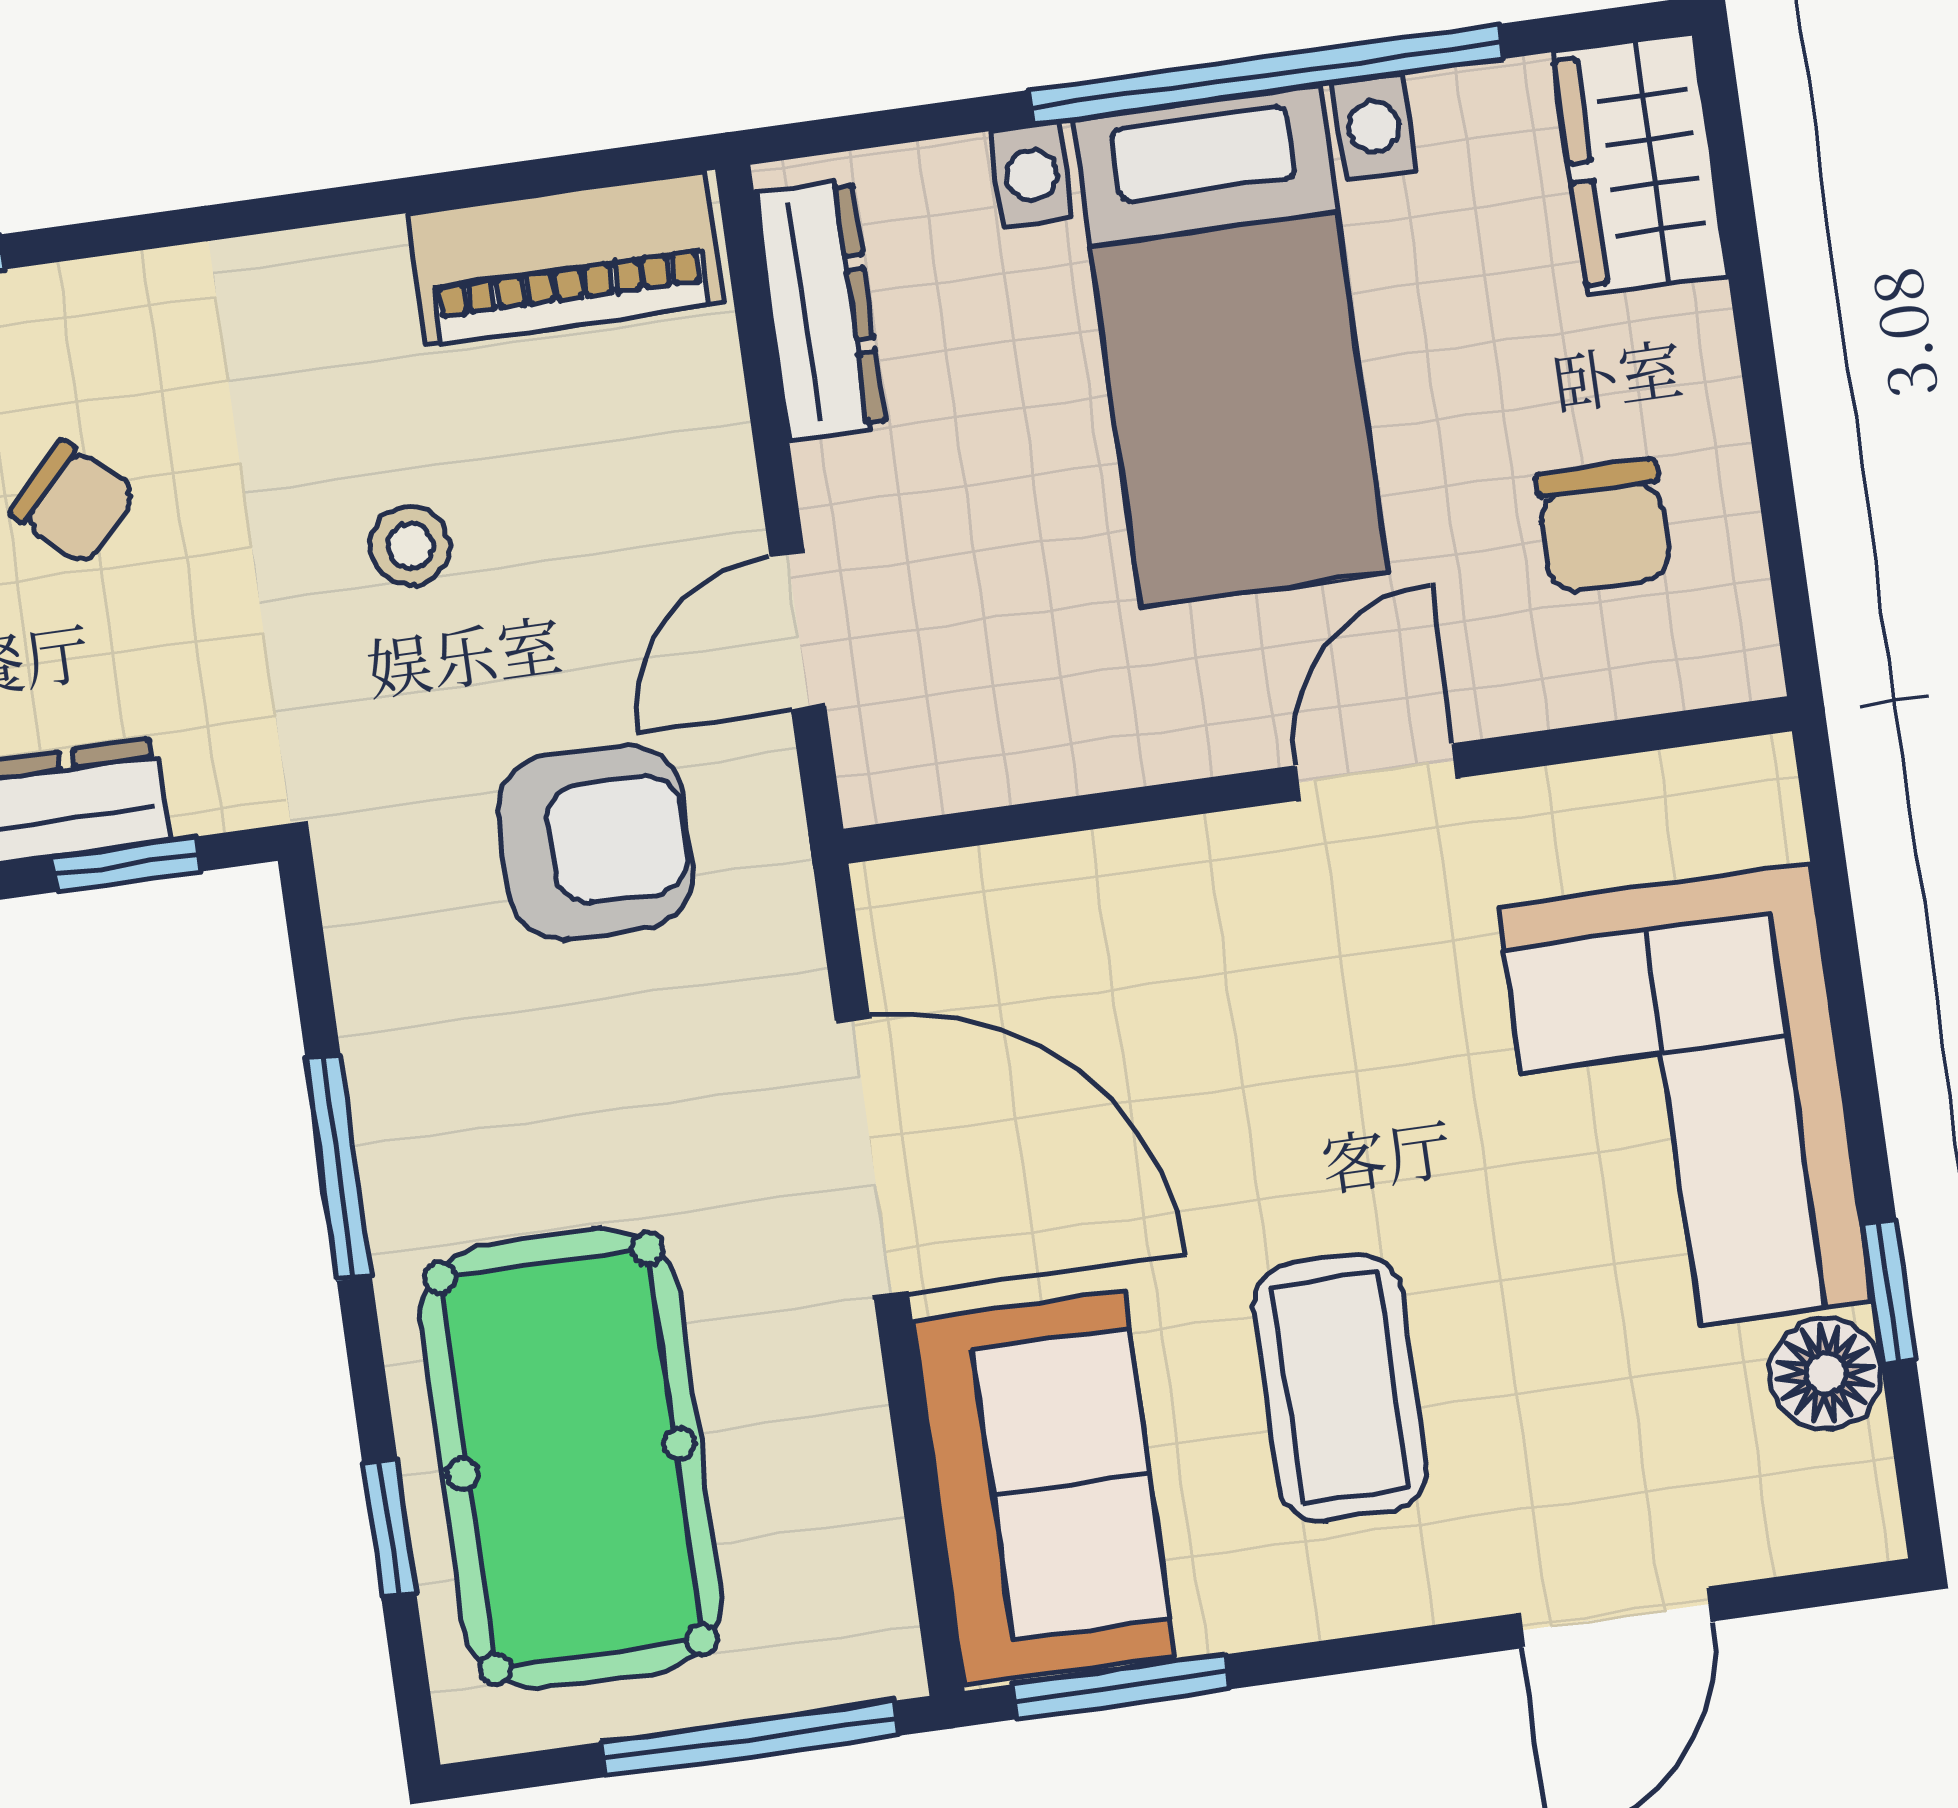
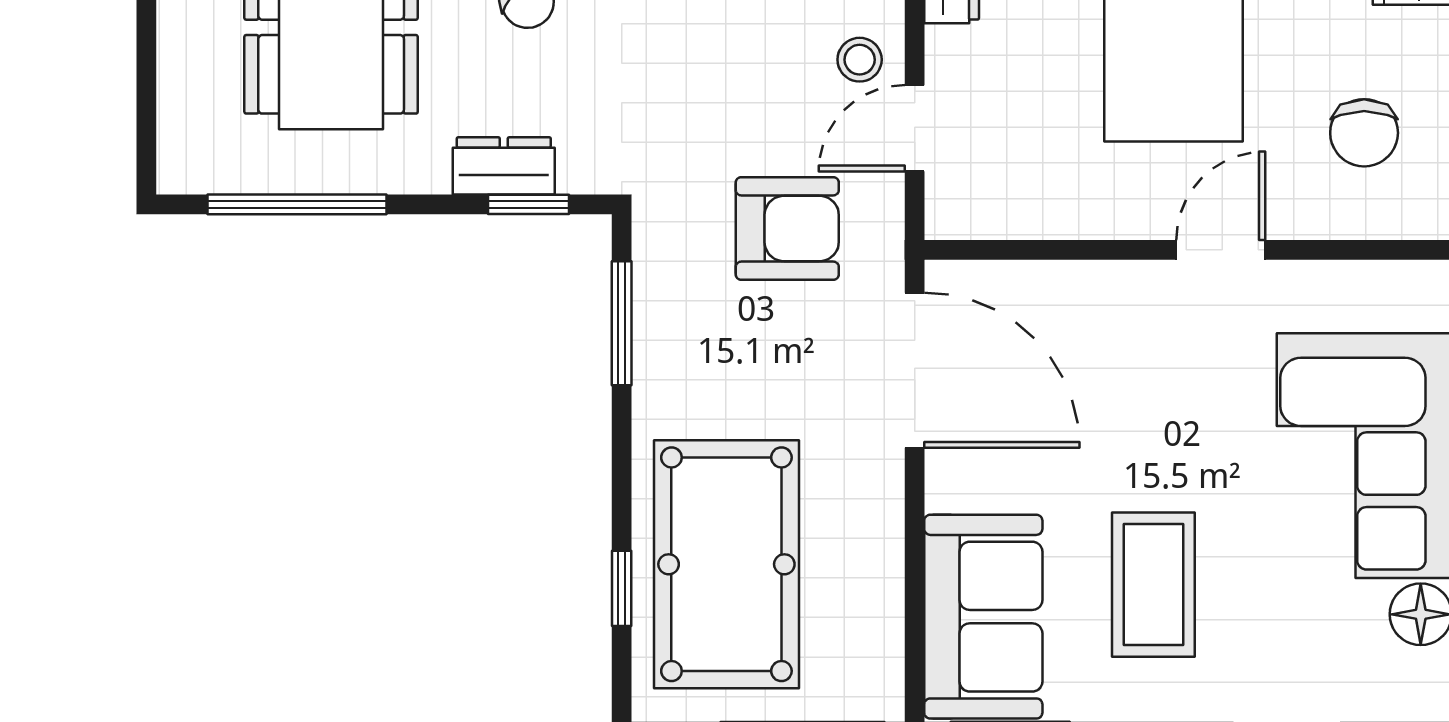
stool: (410, 546) -> (860, 60), moved
door: (872, 1157) -> (915, 370), moved
window: (339, 1167) -> (622, 323), moved

